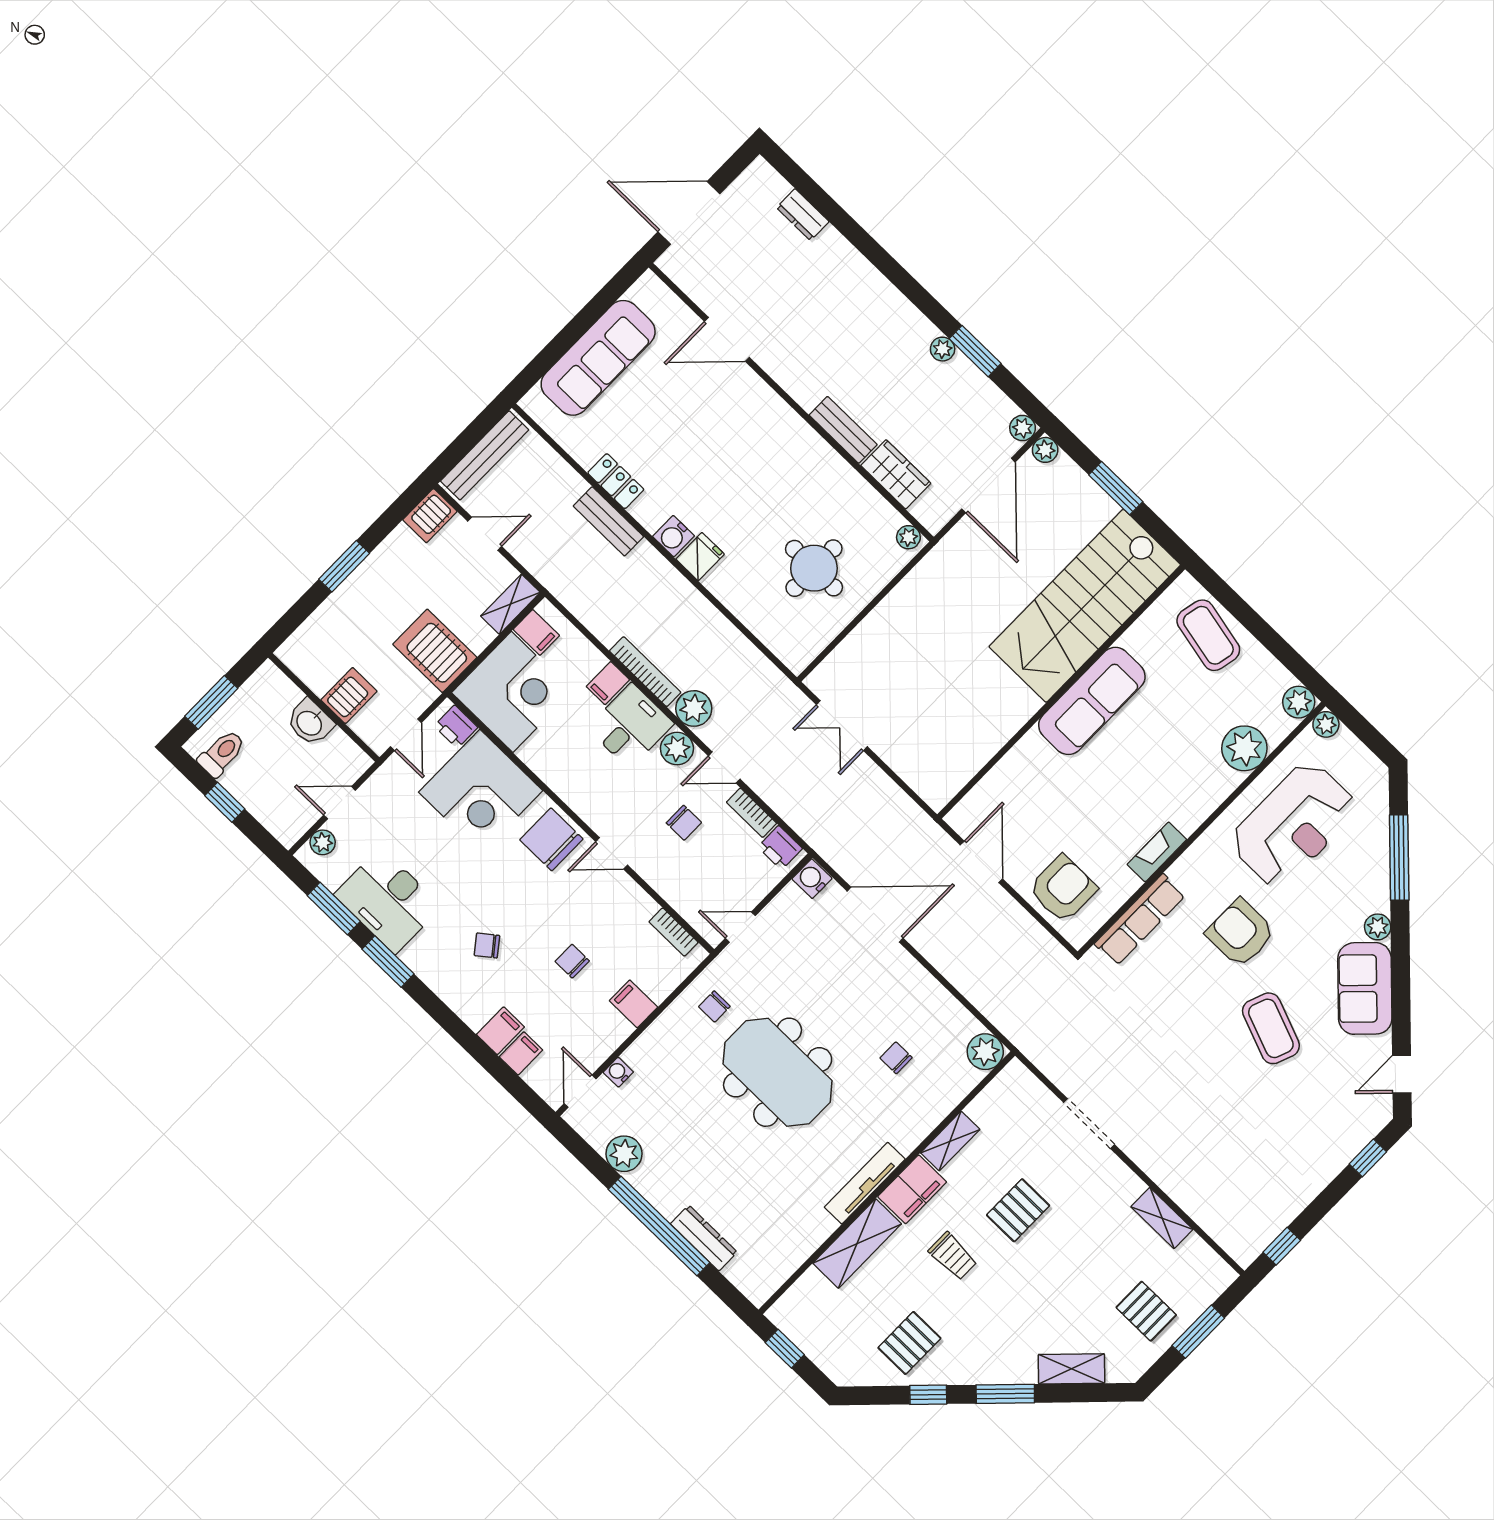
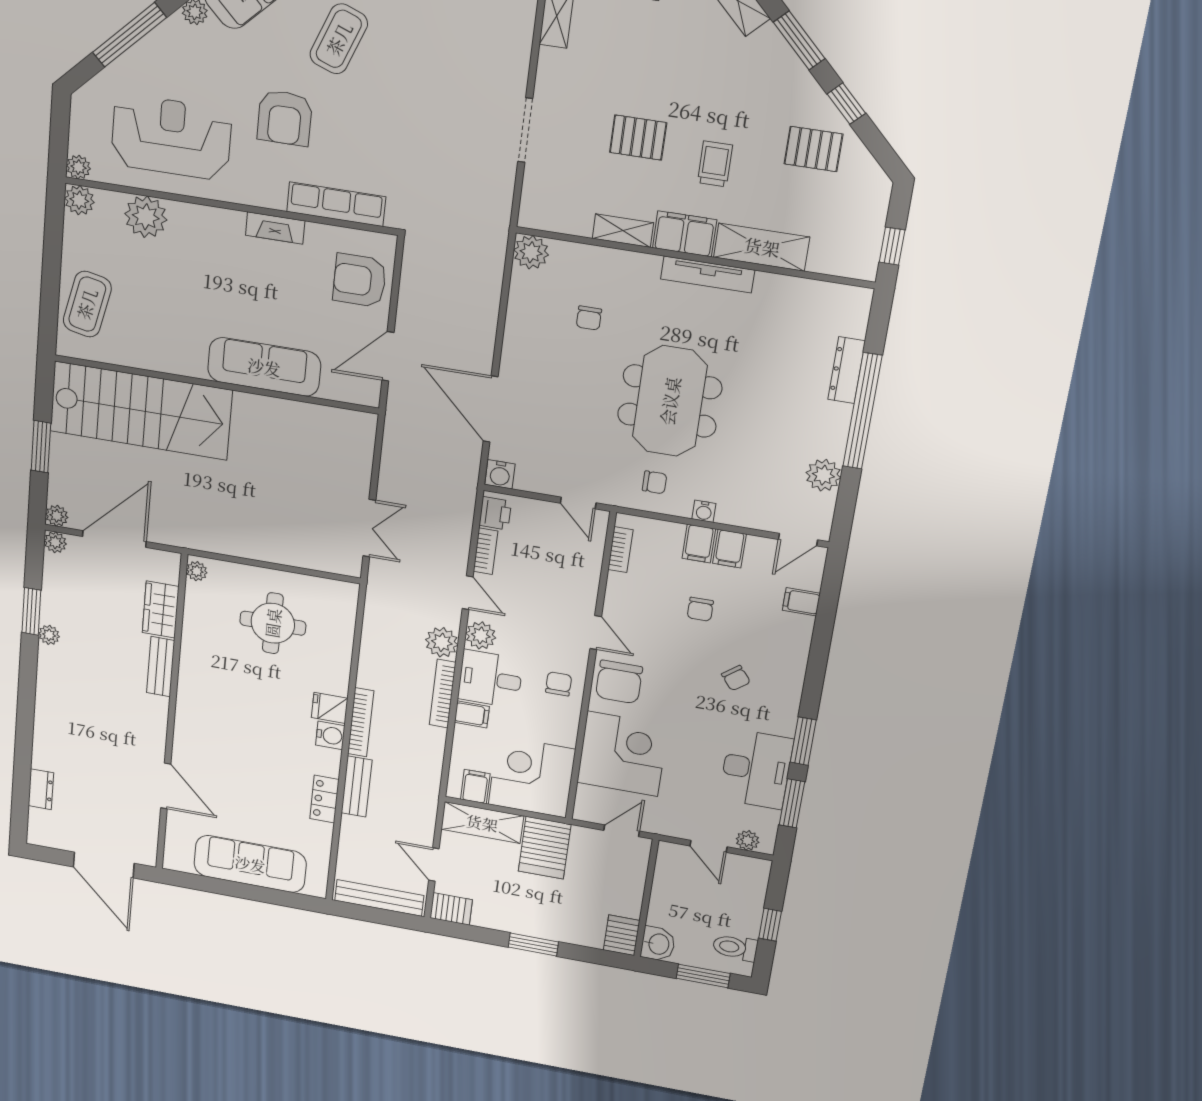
bookcase: (667, 574) -> (361, 722), added
shelving: (510, 604) -> (482, 823), width x1.50, depth x1.33
server rack: (349, 696) -> (622, 935), moved, turned 90
sofa: (1092, 701) -> (264, 367), moved
washbasin: (310, 722) -> (658, 944), moved
printer: (456, 727) -> (588, 800), removed
chair: (684, 823) -> (559, 684), moved
filing cabinet: (500, 1031) -> (729, 549), moved, turned -90
water cooler: (618, 1072) -> (704, 511), moved

